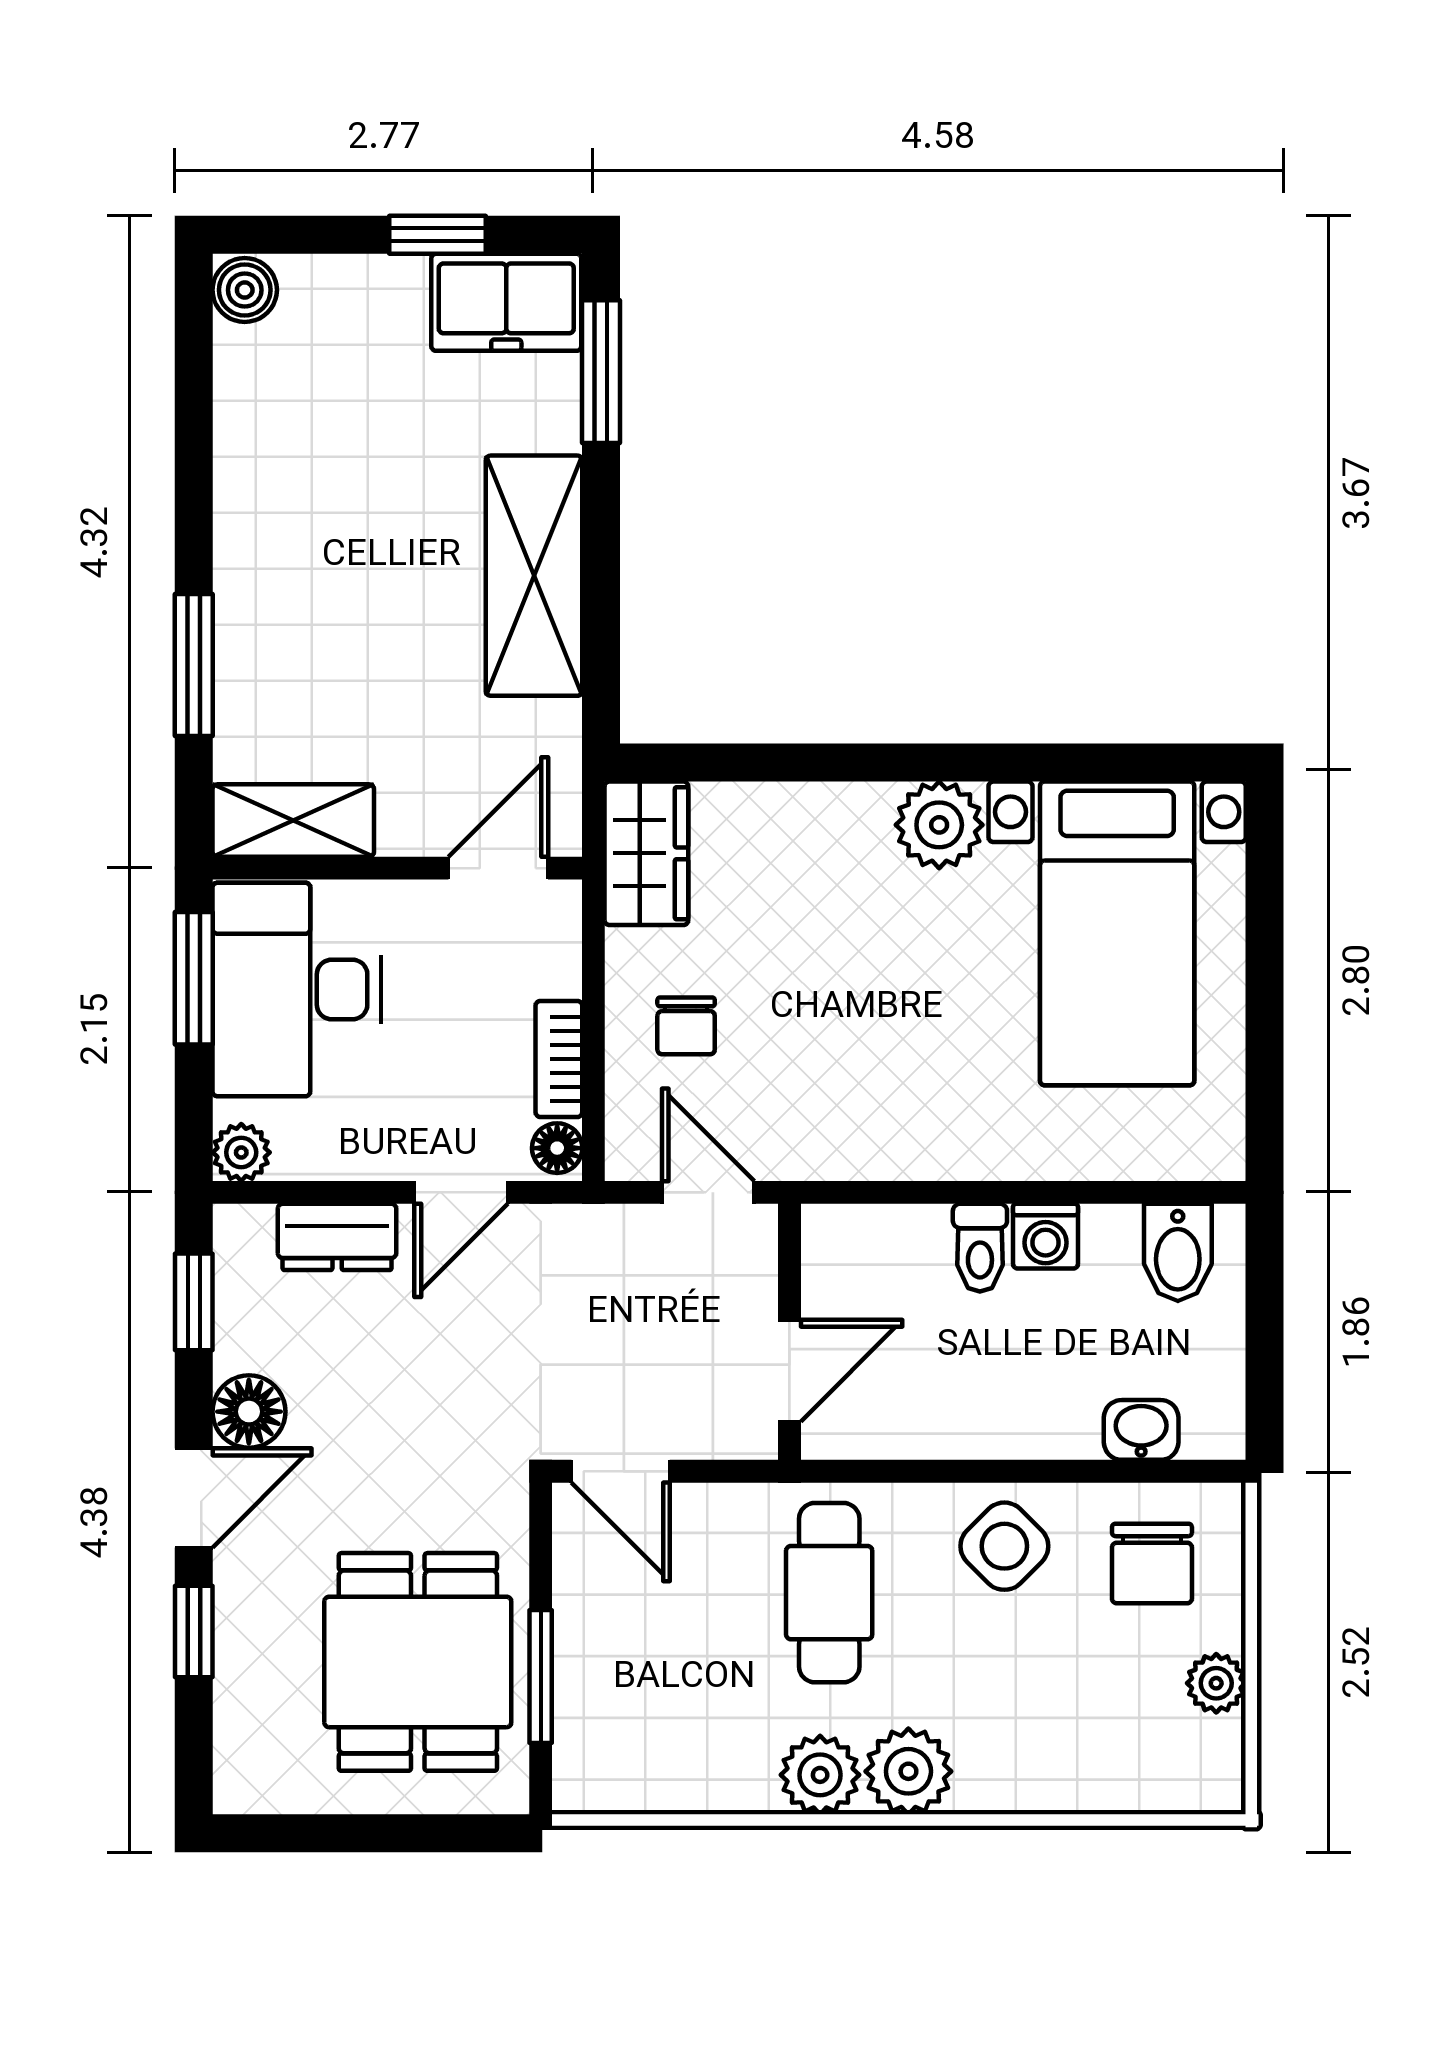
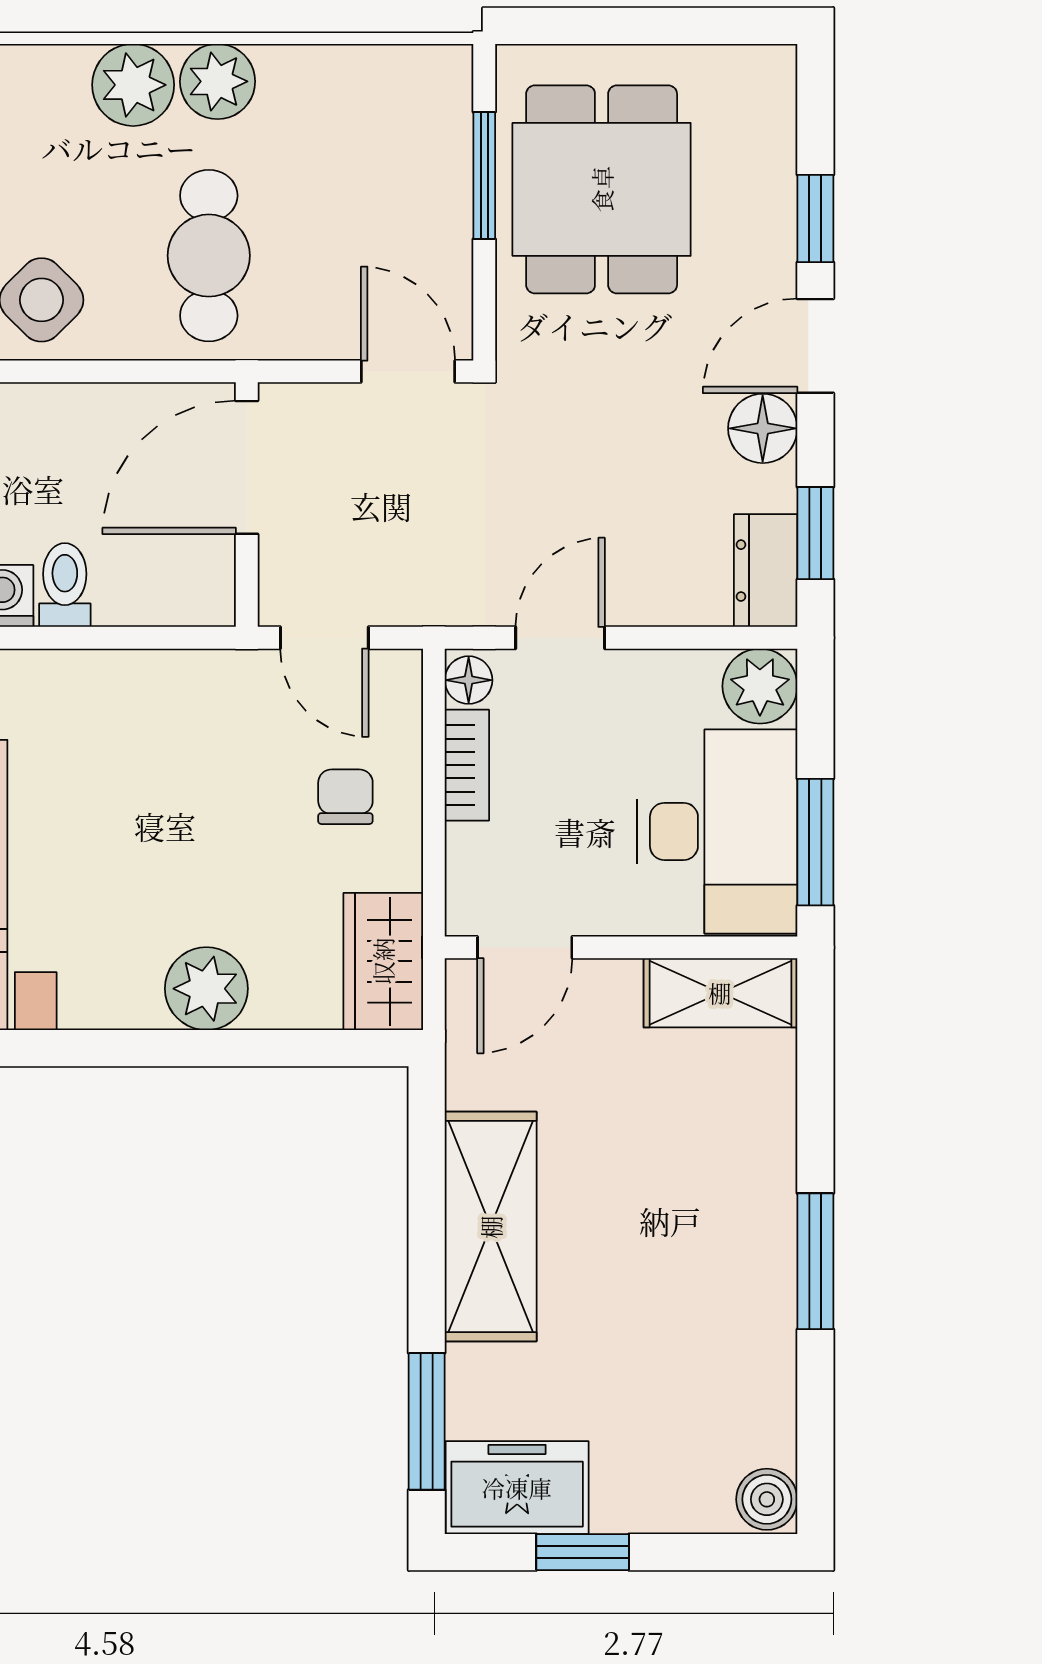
window: (194, 665) -> (815, 1261), moved
plant: (939, 825) -> (206, 989), moved
plant: (241, 1152) -> (760, 686), width x1.38, depth x1.38
dresser: (337, 1237) -> (766, 571), moved, turned -90
door: (789, 1371) -> (247, 467), width x1.38

